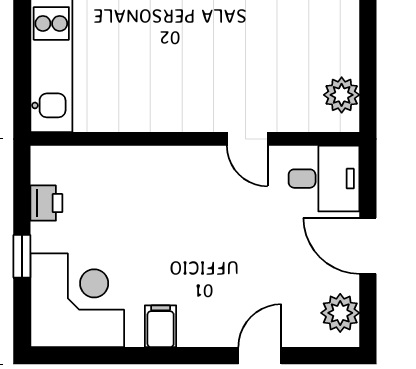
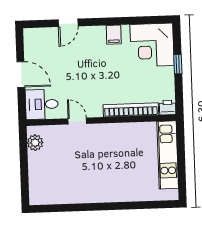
bookcase: (129, 159) -> (131, 110), added
printer: (46, 203) -> (168, 108), moved, turned 90
plant: (340, 313) -> (32, 43), removed

